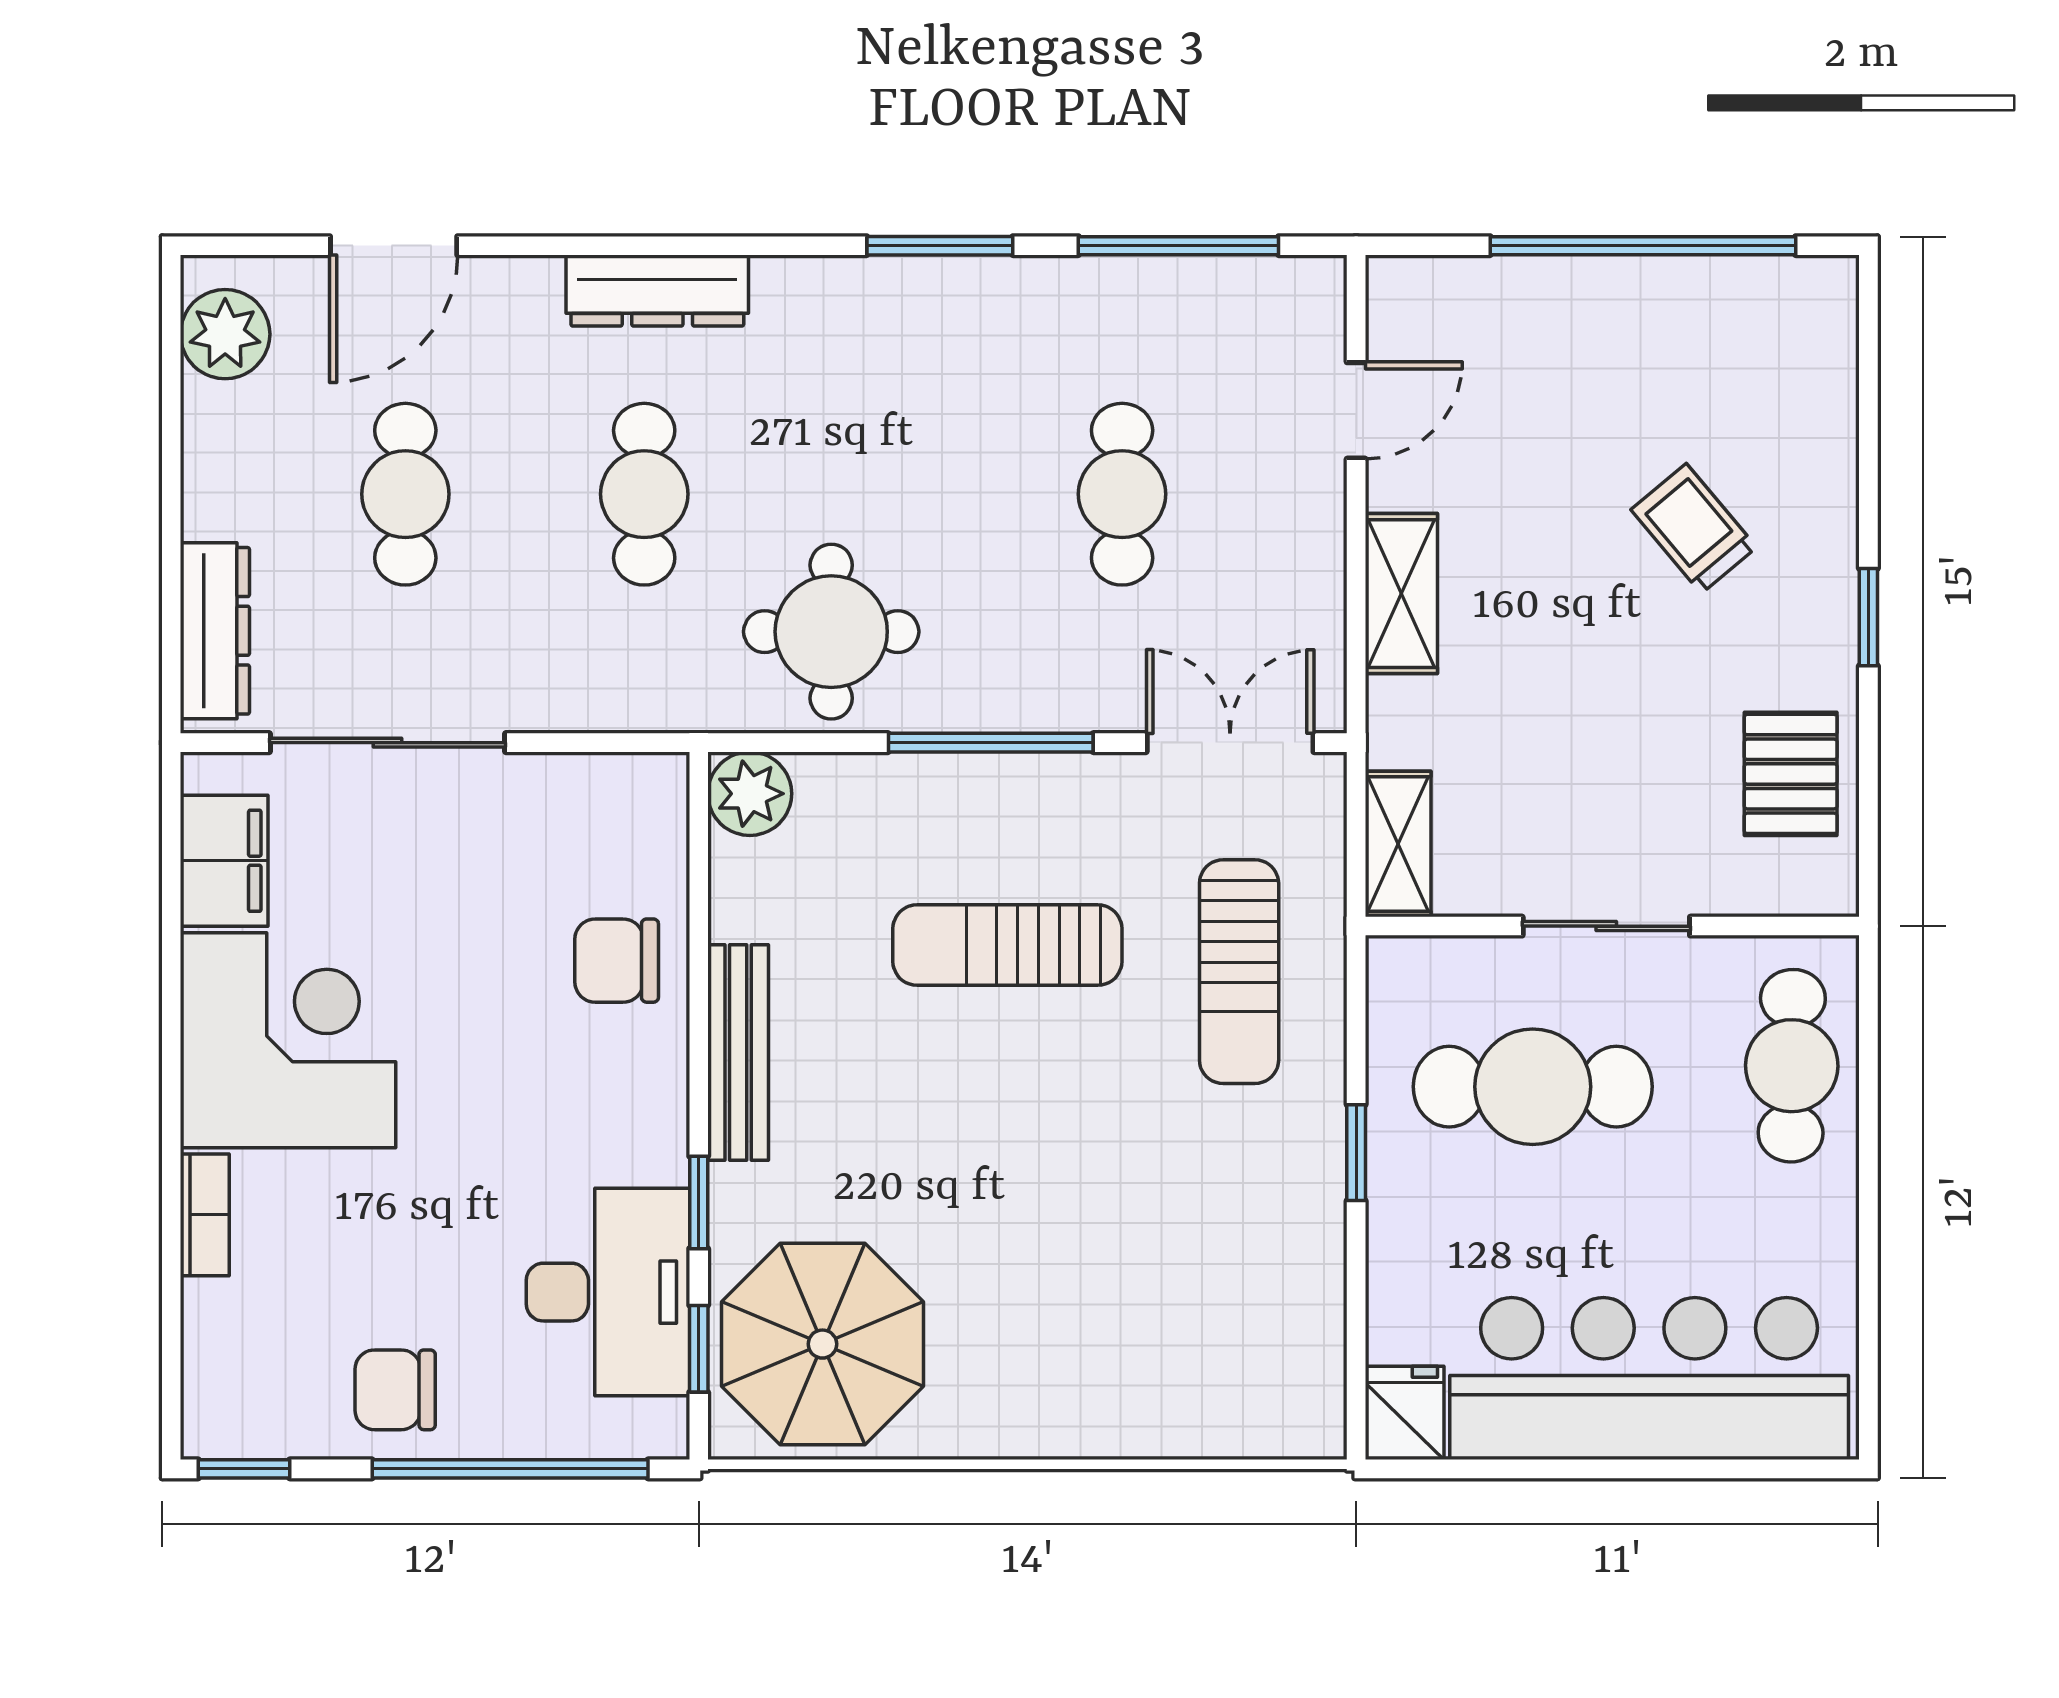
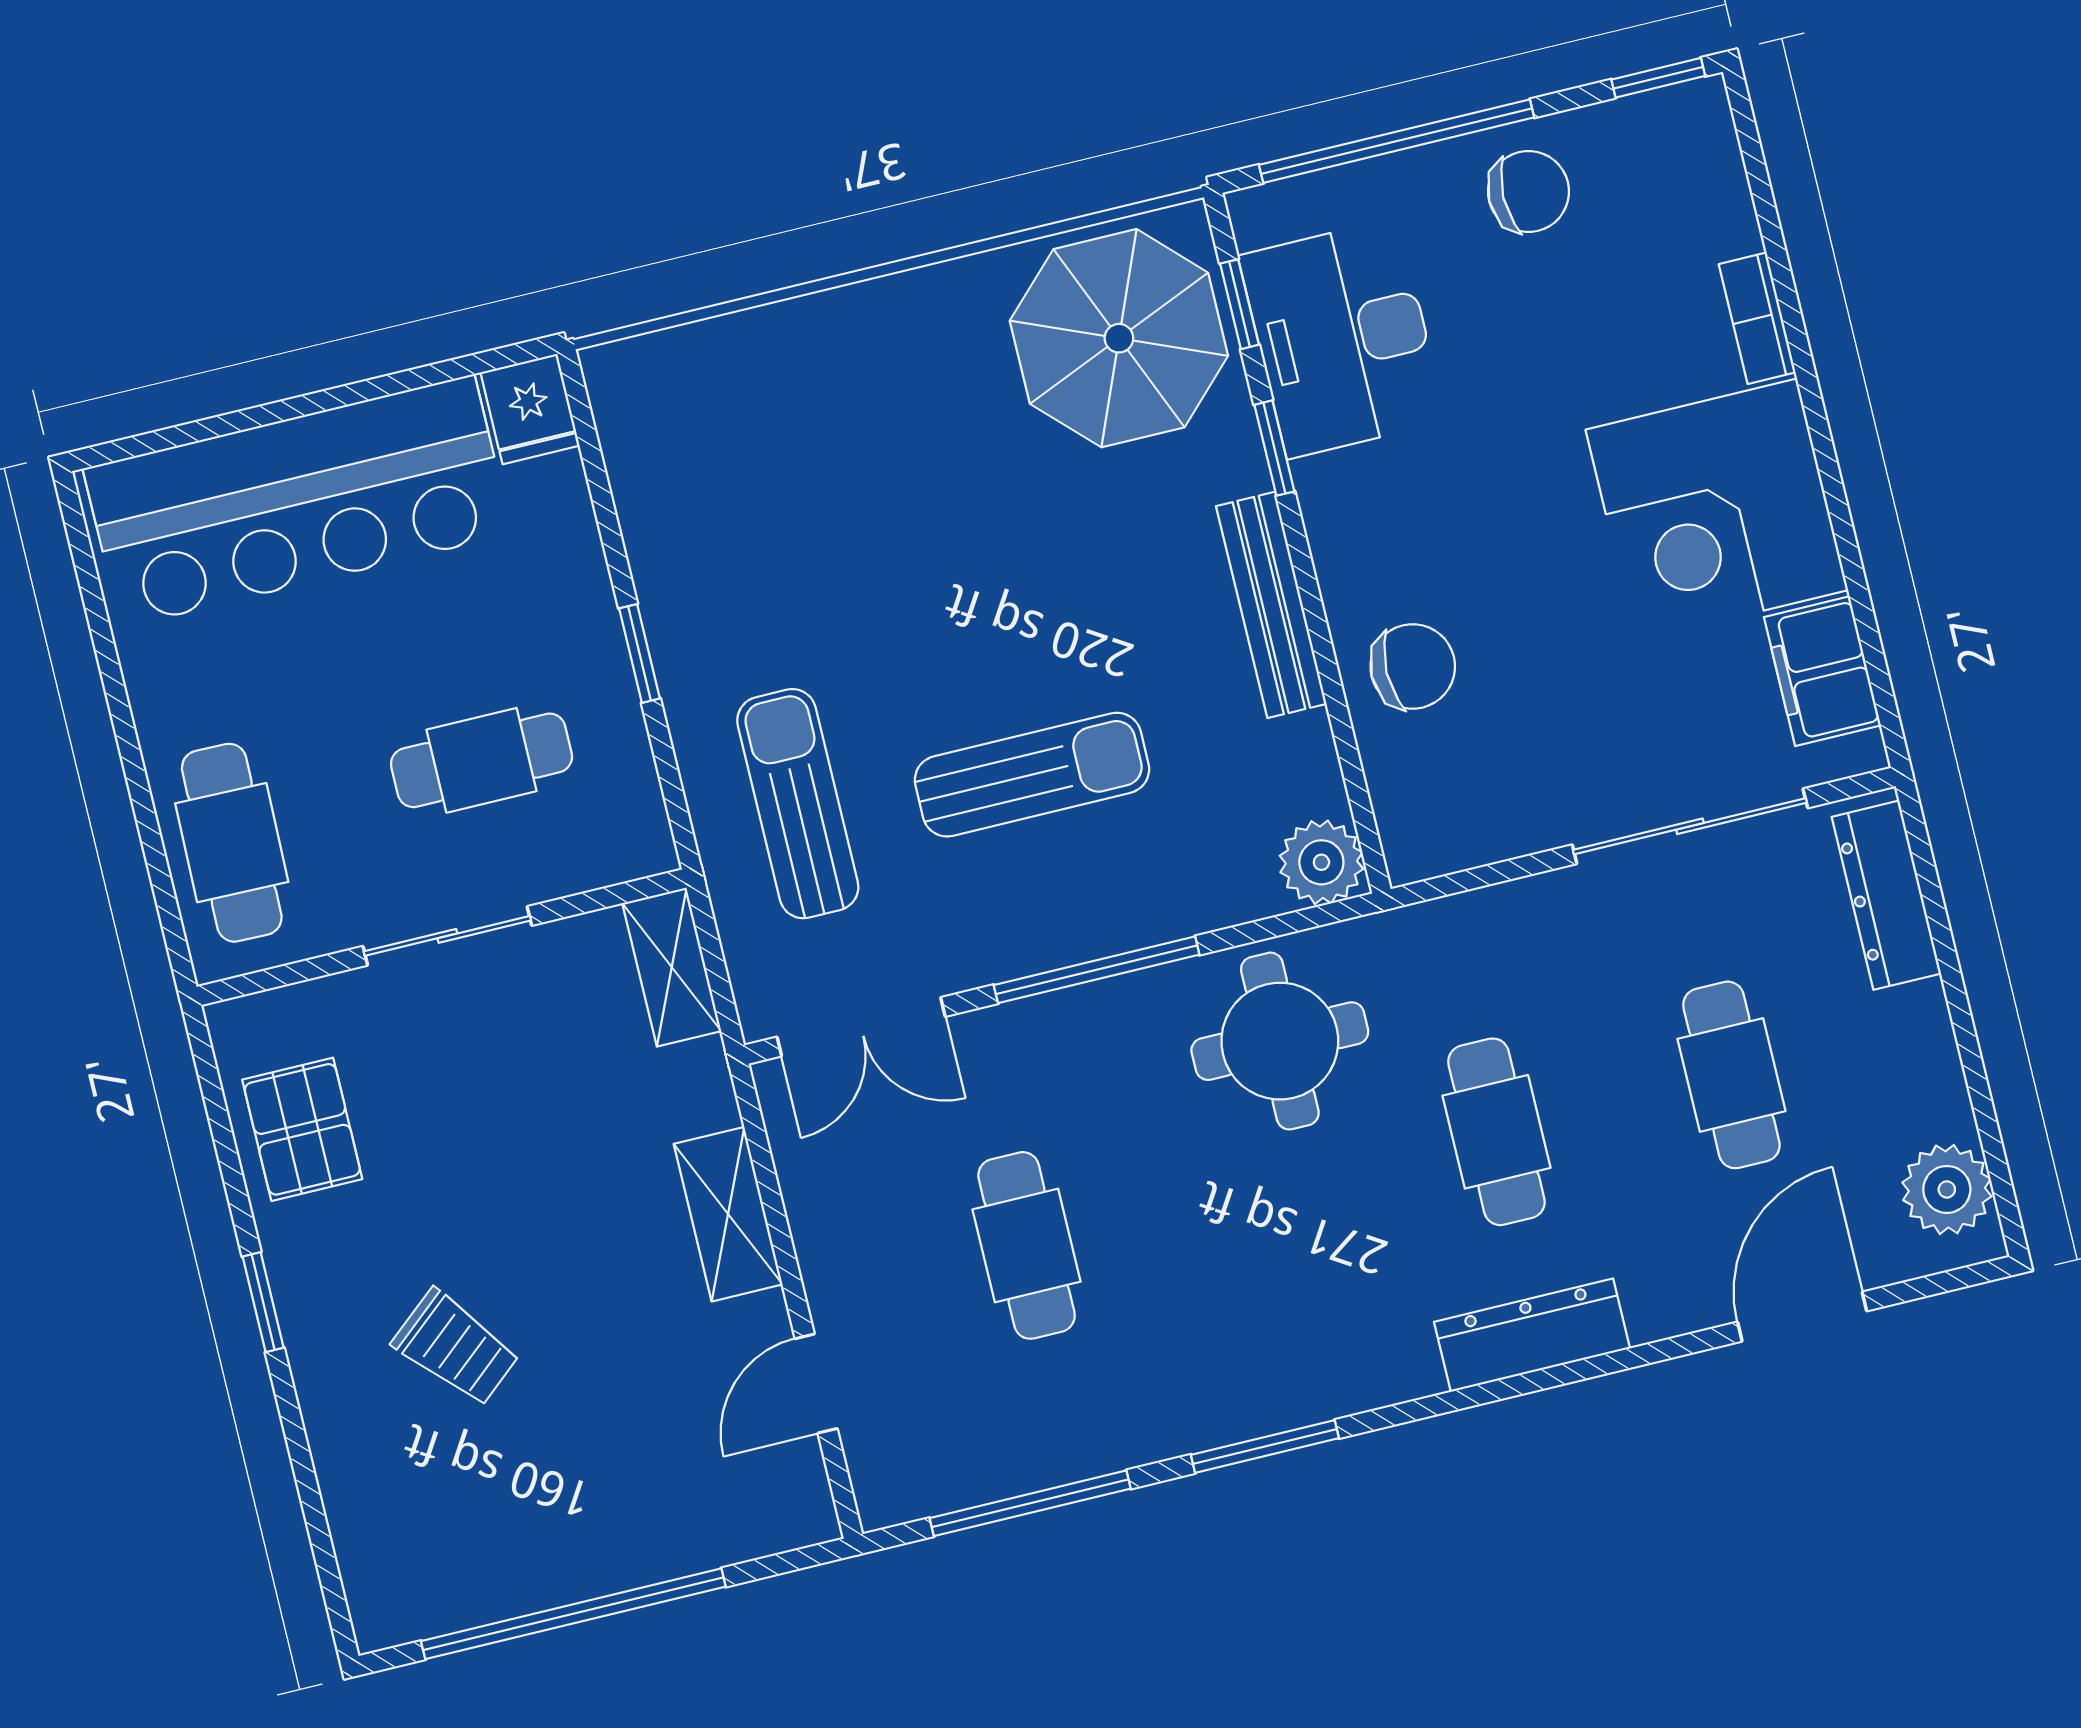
cafe table: (1533, 1087) -> (482, 760), width x0.73, depth x0.74

